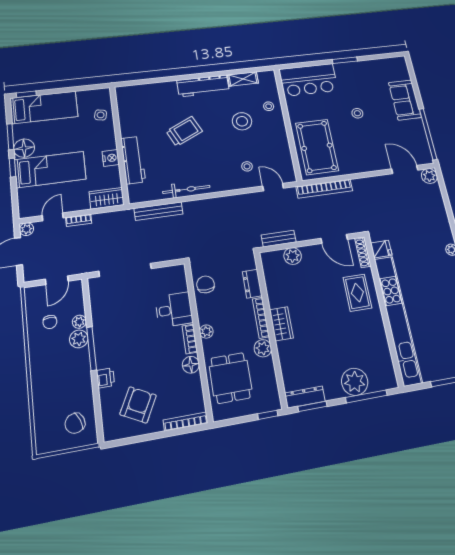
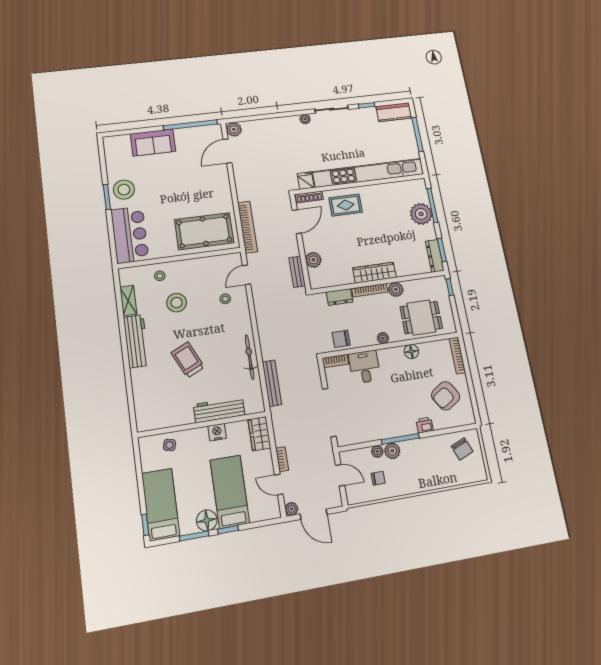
stool: (357, 113) -> (124, 190), moved, width x1.89, depth x1.89
wardrobe: (281, 324) -> (374, 273), width x1.50
bookcase: (190, 339) -> (335, 361), moved
armchair: (138, 405) -> (446, 396), turned -59

